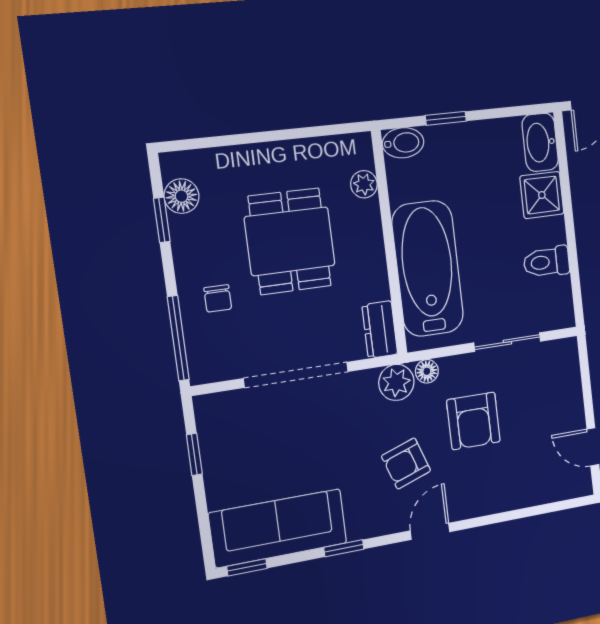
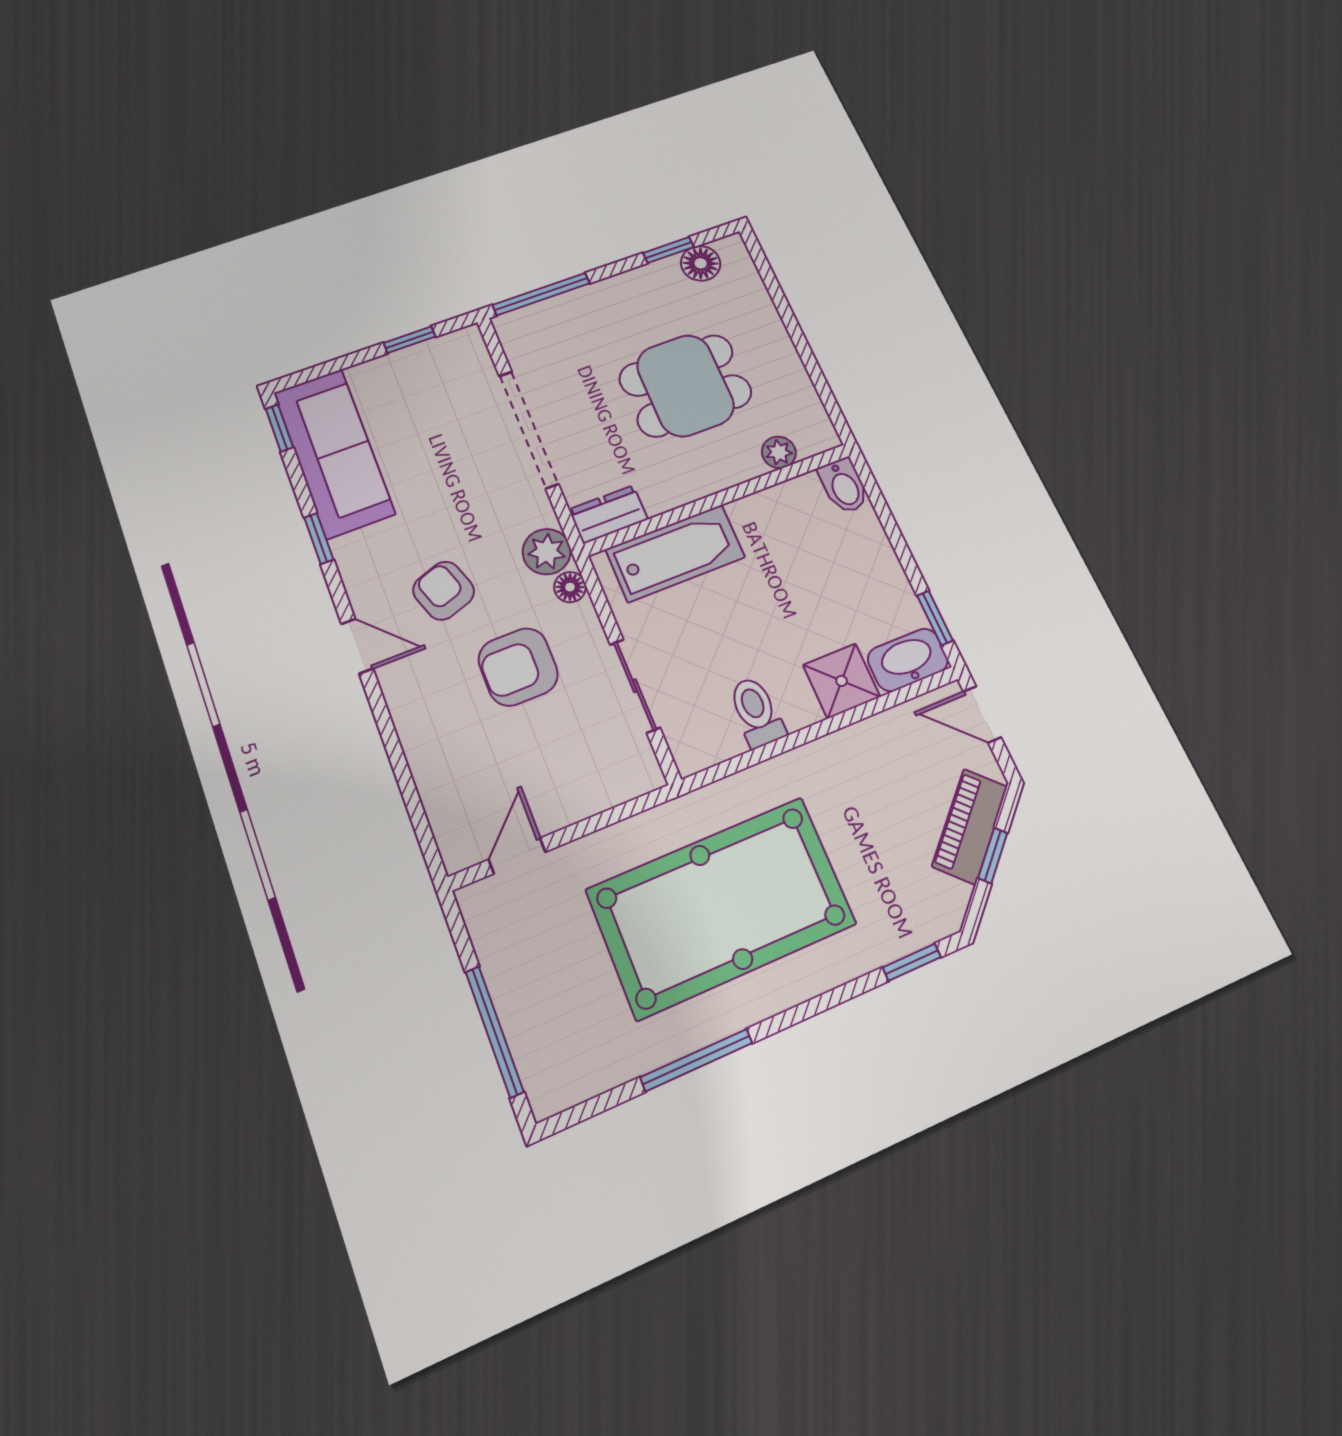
window: (446, 118) -> (935, 618), moved
bathtub: (428, 269) -> (675, 553), width x0.73, depth x0.73
chair: (218, 298) -> (597, 324), removed

